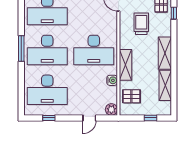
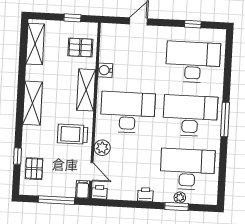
trolley: (141, 24) -> (73, 134), moved, turned 90
shelving: (165, 85) -> (35, 44), moved
plant: (111, 109) -> (102, 148), moved
window: (150, 118) -> (72, 18), moved

